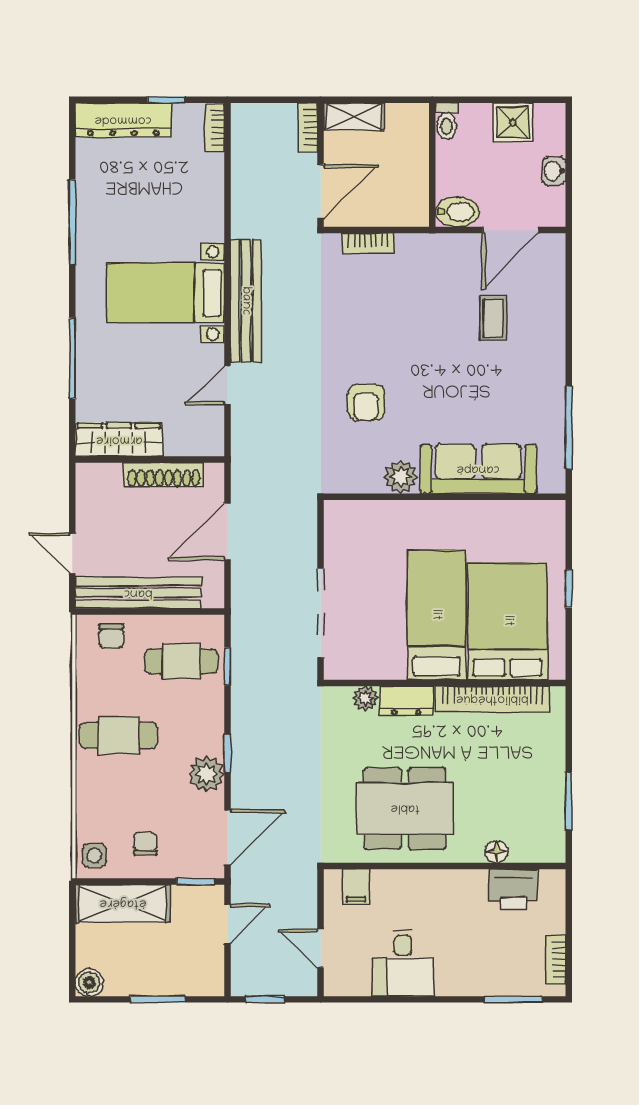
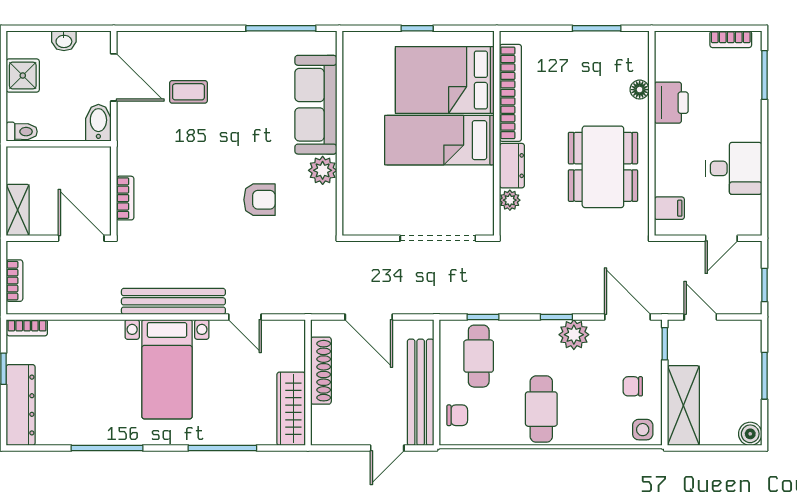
bookcase: (308, 127) -> (14, 281), moved, turned -90
printer: (513, 889) -> (671, 103), moved

